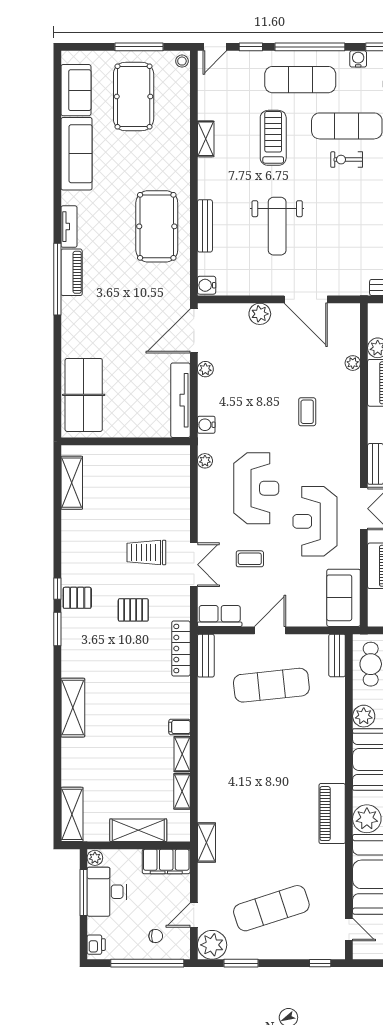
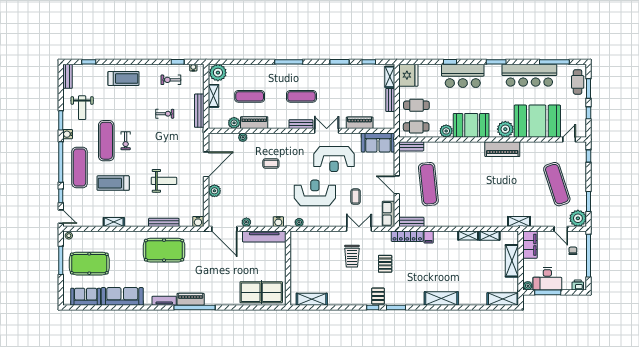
weight bench: (277, 226) -> (164, 181), width x0.73, depth x0.75
filing cabinet: (180, 727) -> (429, 237), moved

